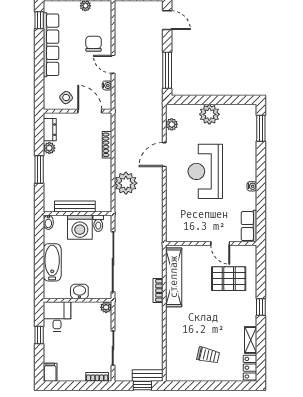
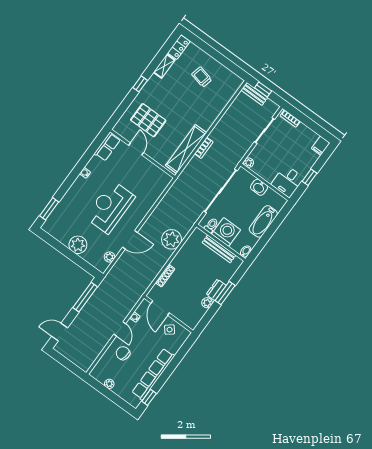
door: (167, 20) -> (60, 332), hinge flipped
chair: (93, 44) -> (123, 353), turned 101
dresser: (50, 130) -> (216, 290), moved
reception desk: (205, 171) -> (110, 207), turned 180

